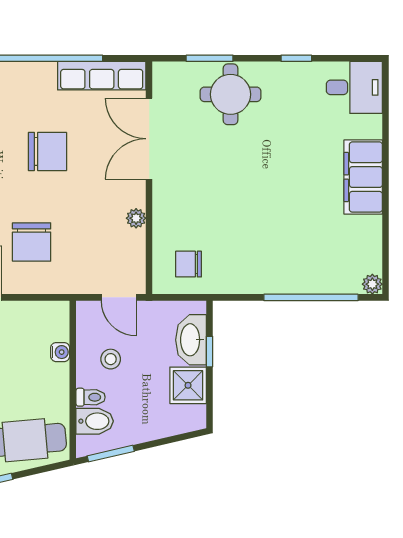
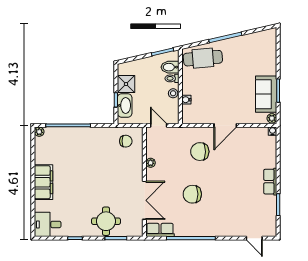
row of seats: (102, 76) -> (160, 230), width x0.68
chair: (32, 242) -> (200, 152), turned -90
stool: (111, 359) -> (173, 93), moved

